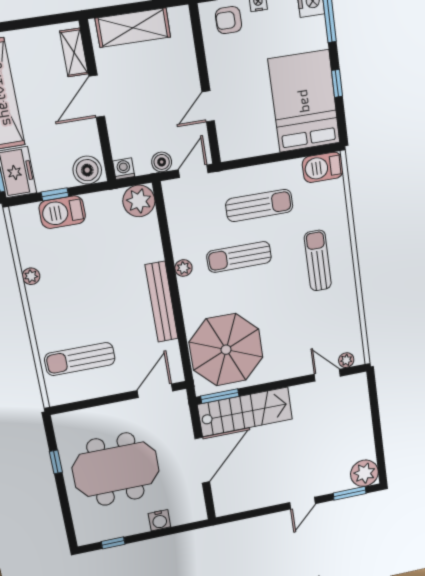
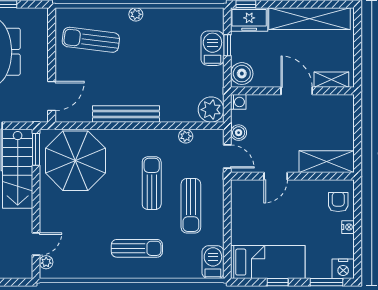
shelving: (133, 28) -> (327, 162), moved, turned 90
bed: (304, 101) -> (268, 262), width x0.67
door: (208, 106) -> (276, 176), swing flipped
plant: (183, 268) -> (186, 136), moved
plant: (31, 276) -> (136, 14), moved
sun lounger: (80, 359) -> (91, 40), turned -83
door: (155, 391) -> (52, 96), hinge flipped

